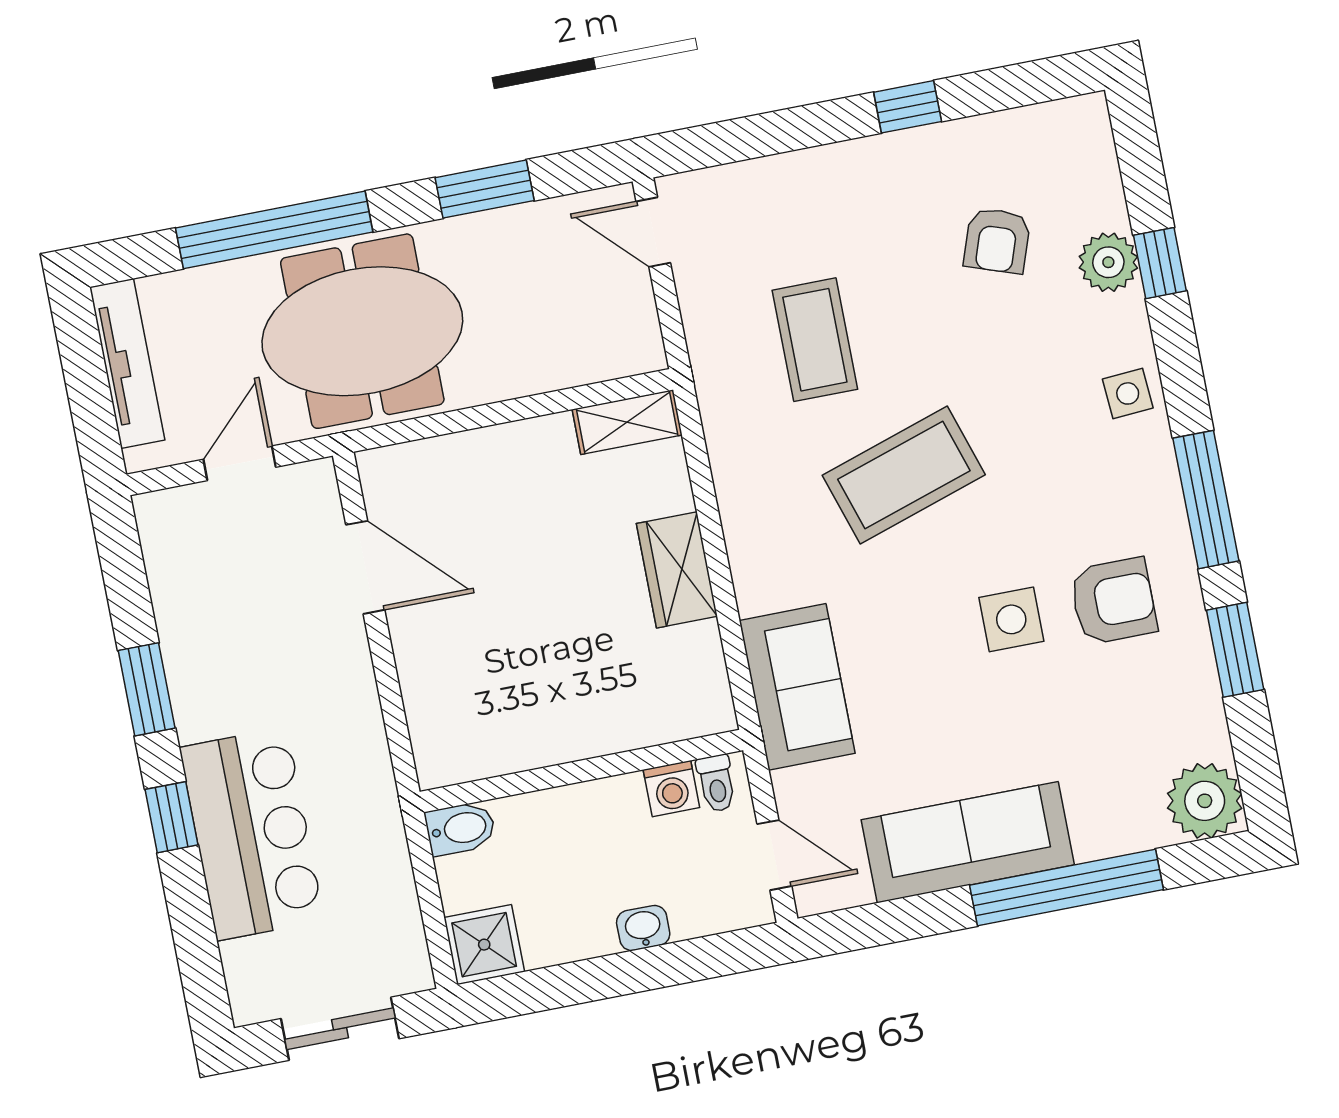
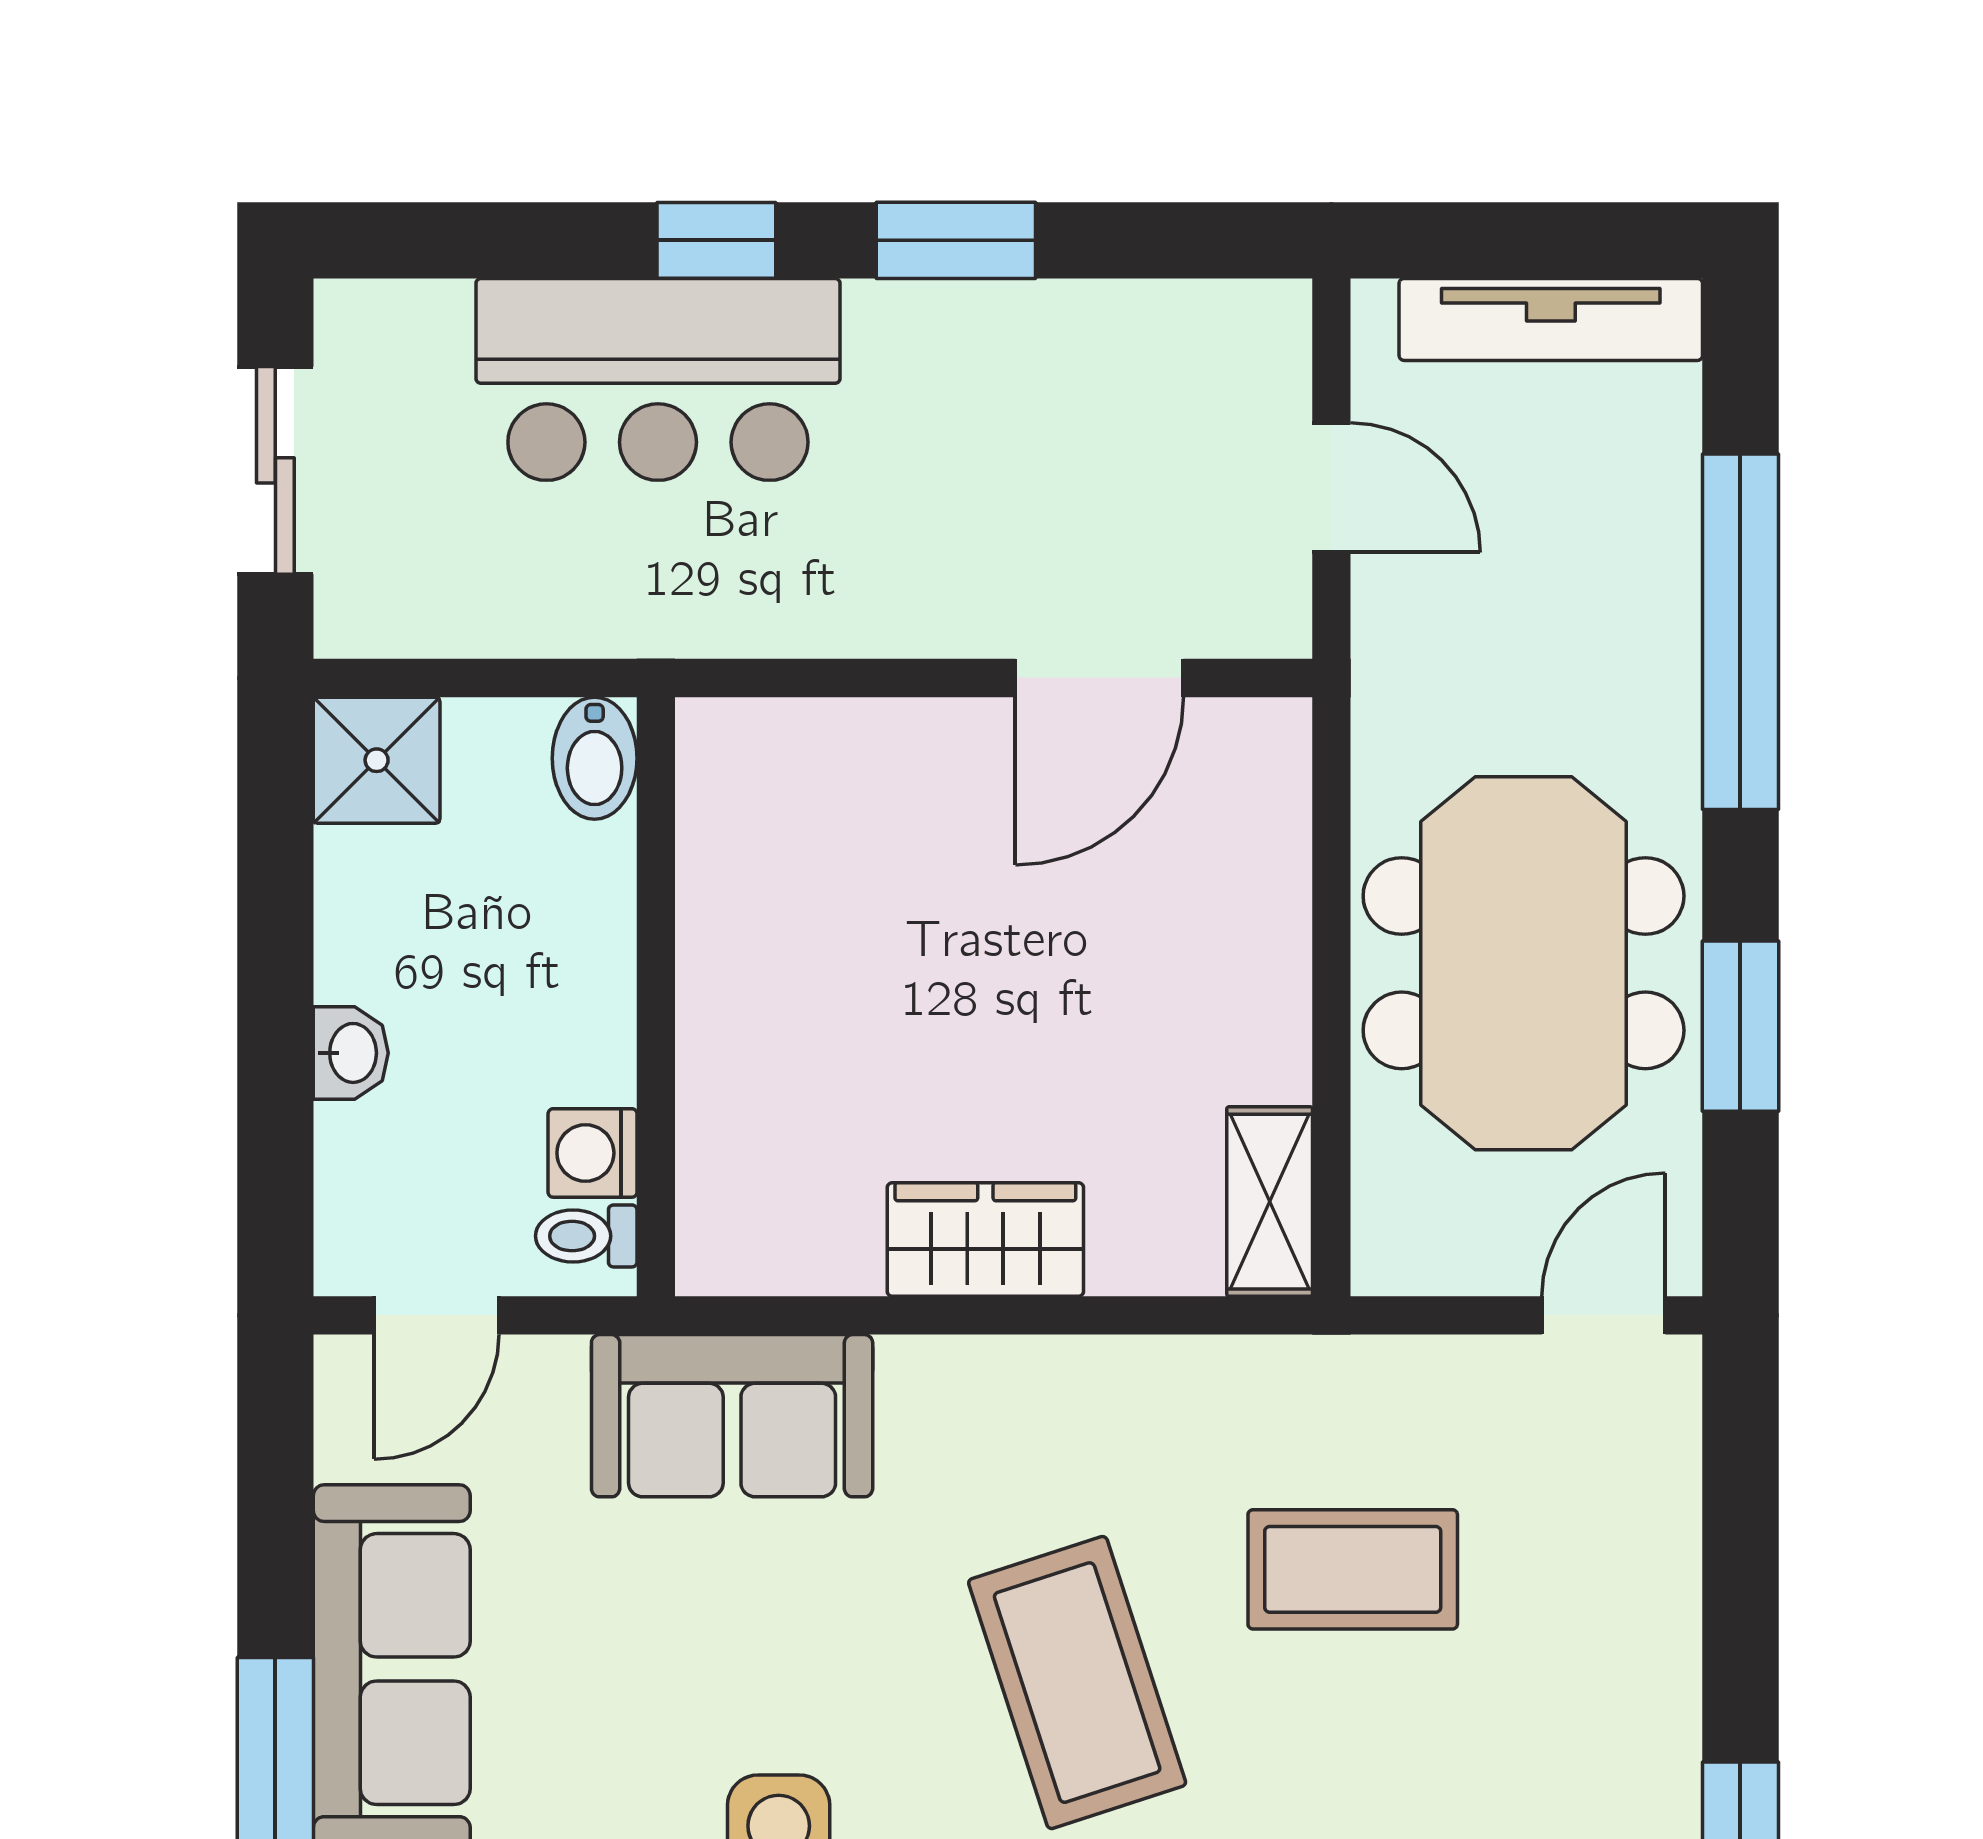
meeting table: (362, 331) -> (1524, 963), moved

